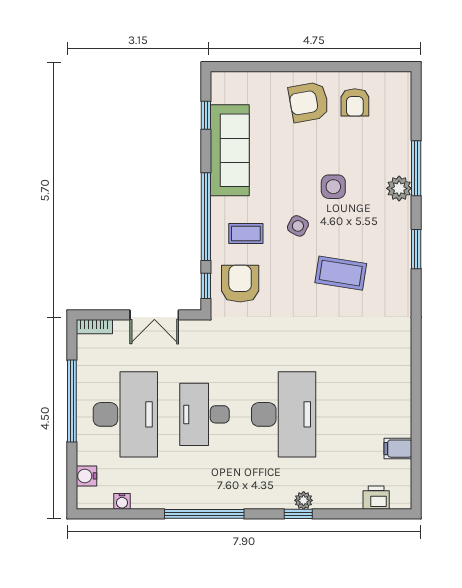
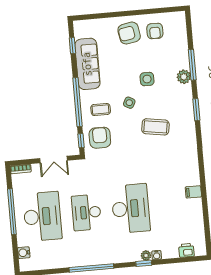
filing cabinet: (398, 449) -> (193, 192), moved
water cooler: (122, 501) -> (157, 255), moved

